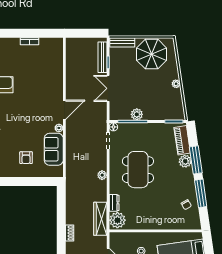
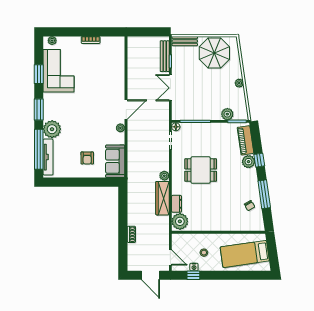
plant: (137, 114) -> (227, 114), moved
sofa: (54, 149) -> (115, 161), moved
window: (196, 160) -> (259, 160), width x0.46
dining table: (138, 170) -> (201, 170), width x0.73
wardrobe: (100, 219) -> (163, 198), moved

